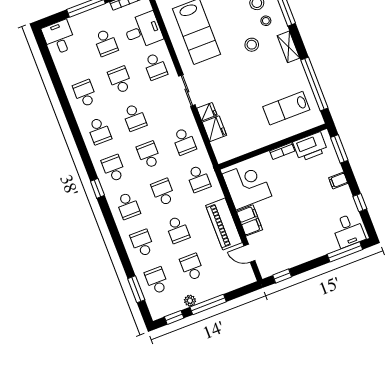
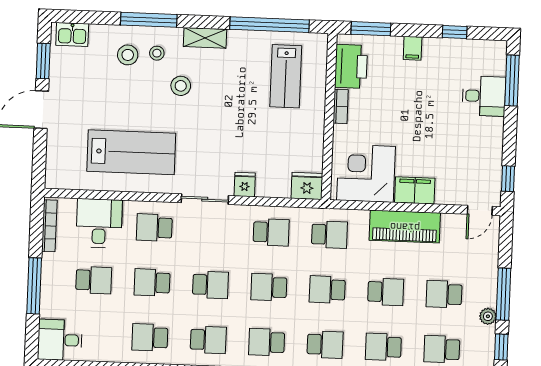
school desk: (155, 66) -> (154, 228), turned 180
fridge: (214, 129) -> (307, 186), moved
desk: (348, 230) -> (484, 96), moved
door: (249, 253) -> (480, 210), moved

